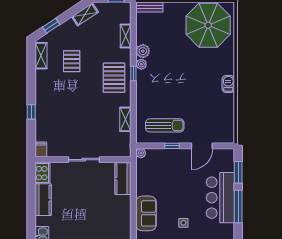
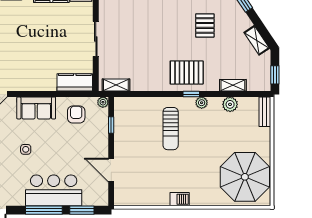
plant: (143, 51) -> (230, 104), moved
pallet: (72, 61) -> (205, 25), turned 90
shelving: (125, 119) -> (116, 85), moved
sun lounger: (165, 125) -> (171, 129), moved
window: (172, 146) -> (111, 125), moved
armchair: (152, 177) -> (76, 114), added

